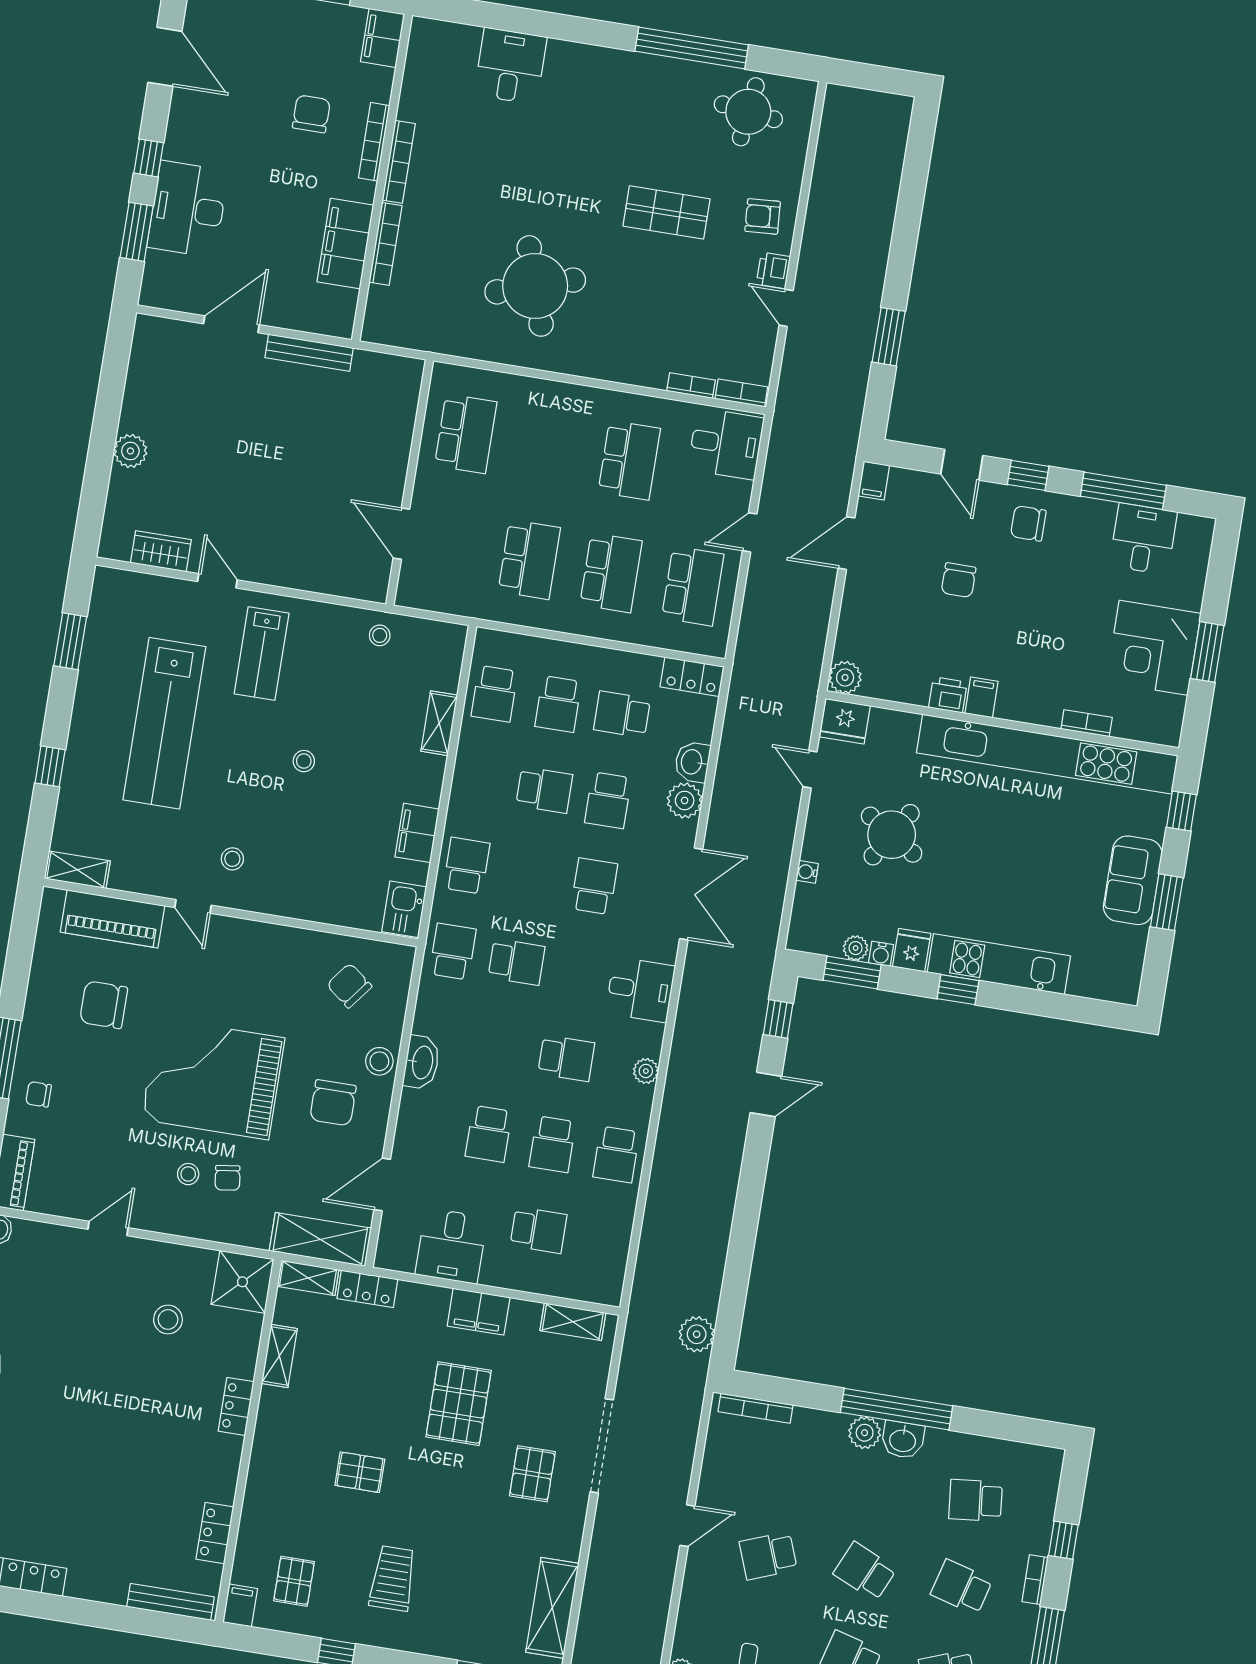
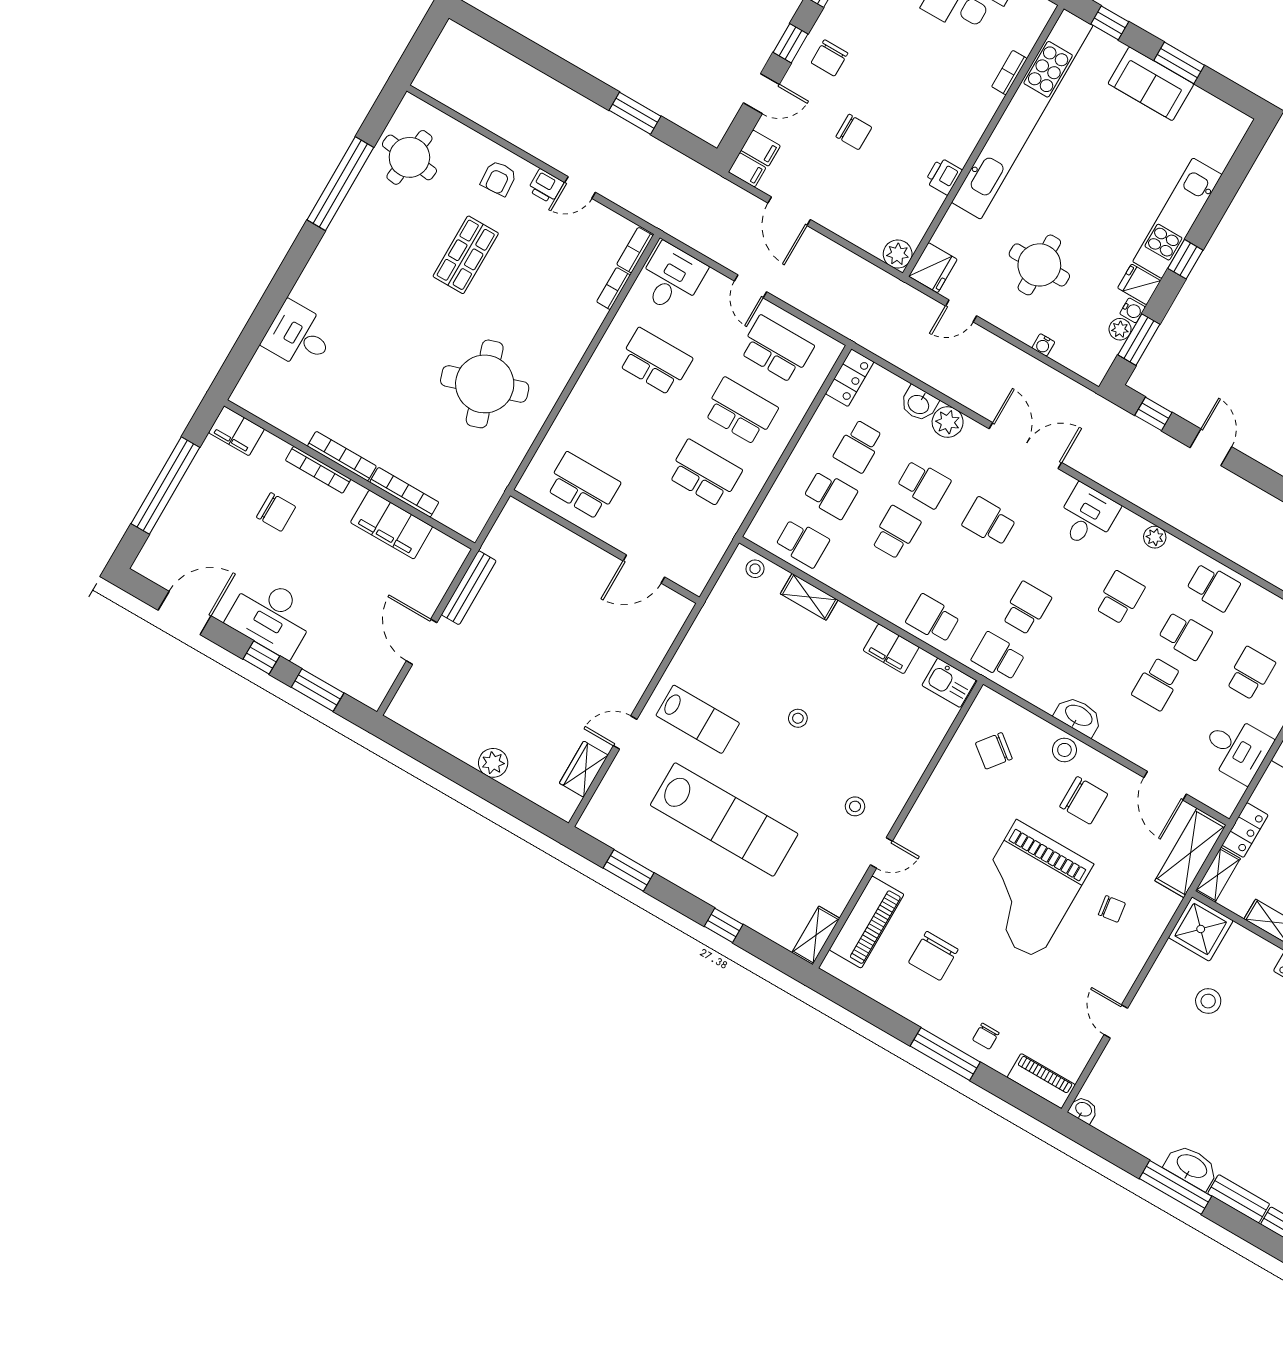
chair: (311, 114) -> (276, 512), turned 180
desk: (188, 209) -> (271, 616), moved
stool: (380, 635) -> (755, 569), moved
filing cabinet: (982, 697) -> (761, 148), moved, turned 180
round table: (892, 835) -> (1039, 265), turned -32
school desk: (489, 1134) -> (1157, 684), turned 90
stool: (188, 1174) -> (1097, 940), removed

